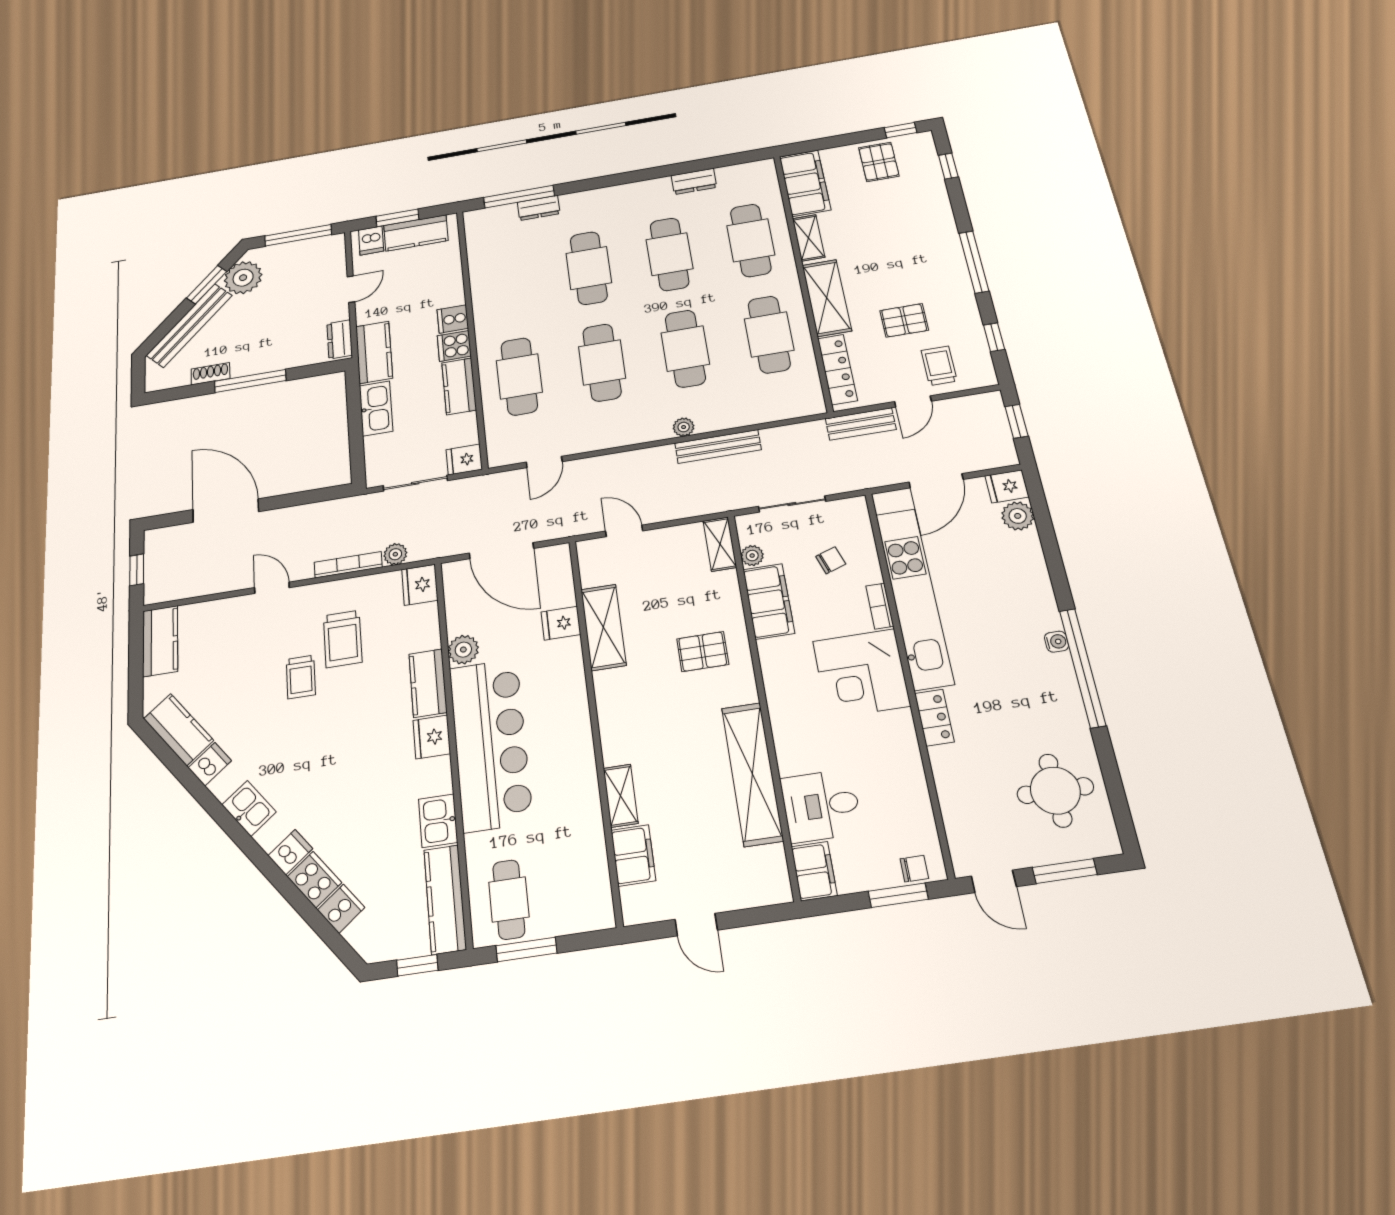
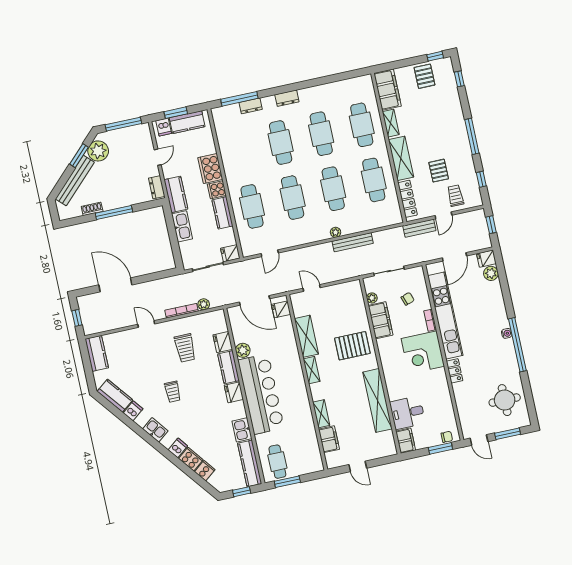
dresser: (694, 181) -> (287, 98), moved
cooker: (453, 319) -> (210, 168), width x1.87, depth x1.31
pallet: (904, 320) -> (439, 171), turned 90
shelving: (720, 544) -> (312, 370), moved
fridge: (420, 585) -> (223, 342), moved
fridge: (561, 623) -> (281, 309), moved
pallet: (703, 652) -> (352, 346), width x1.50, depth x1.42
trolley: (301, 677) -> (173, 392), moved

